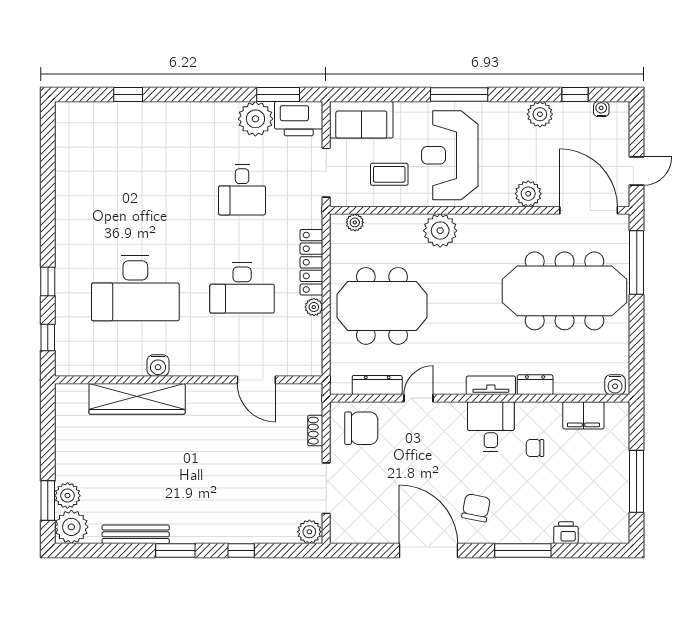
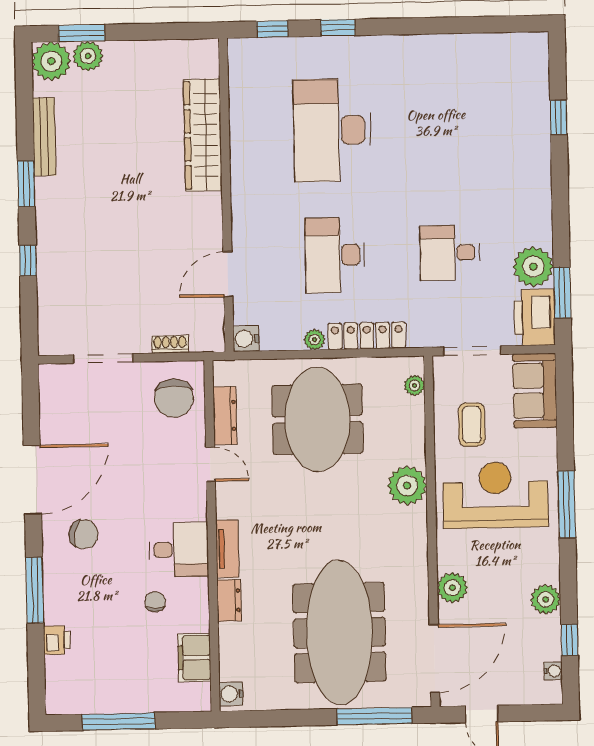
water cooler: (158, 365) -> (246, 339), moved
plant: (309, 532) -> (51, 340), removed

